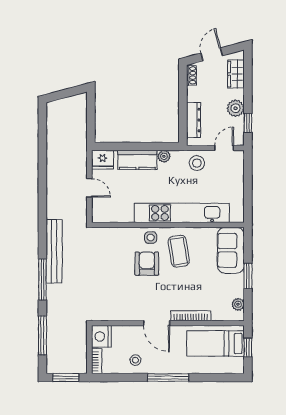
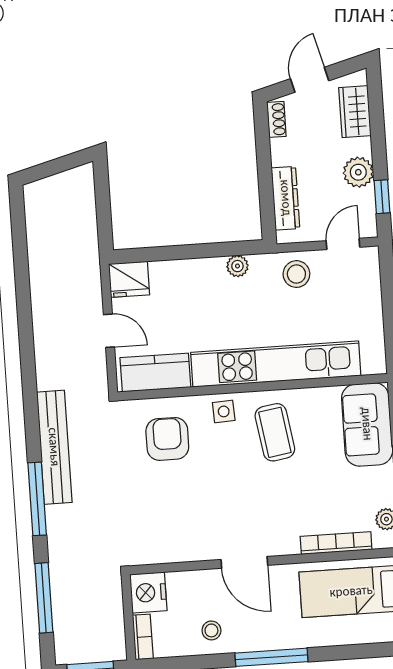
kitchen counter: (137, 160) -> (155, 373), moved, turned 180
armchair: (147, 264) -> (167, 439), moved
bookcase: (191, 316) -> (336, 543), moved

